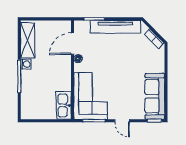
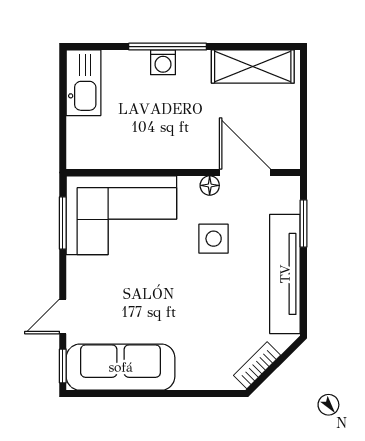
side table: (100, 57) -> (214, 239), added
washing machine: (26, 64) -> (163, 62), moved
kitchen sink: (64, 105) -> (84, 83), moved, turned 90
door: (122, 121) -> (63, 316), moved

